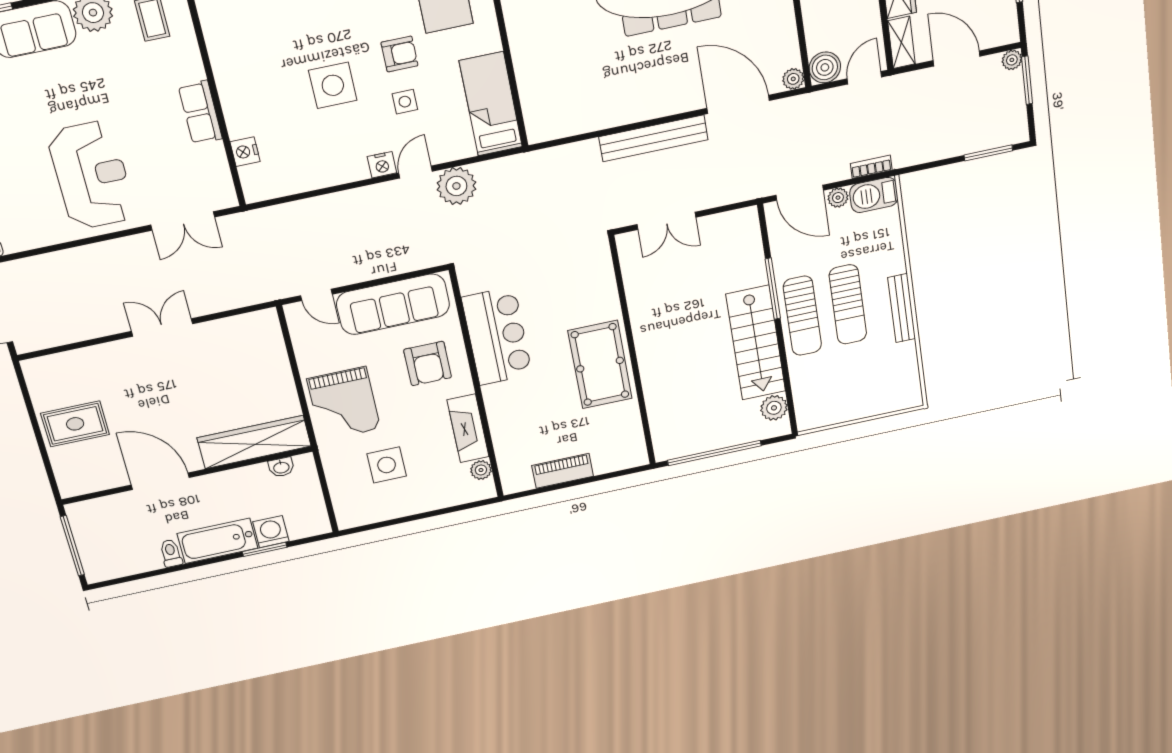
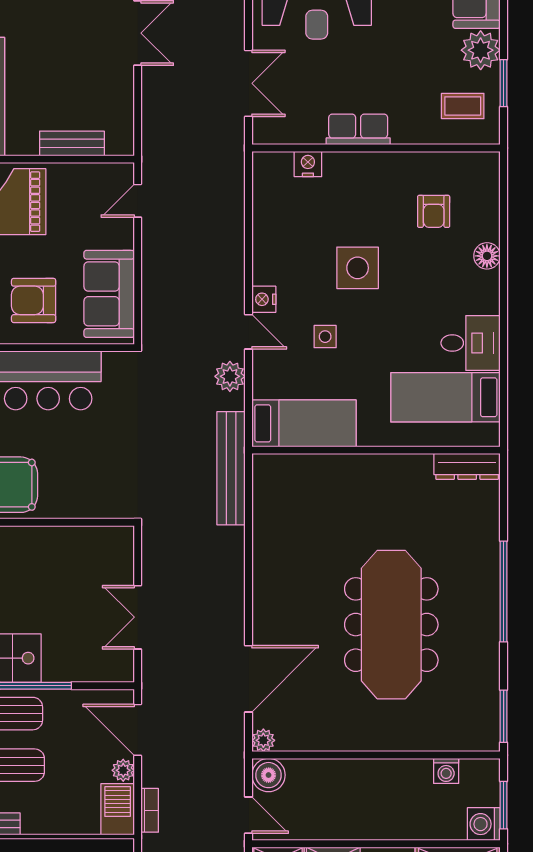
armchair: (399, 54) -> (434, 211), moved
bench: (653, 138) -> (231, 468), moved
plant: (456, 186) -> (230, 376), width x0.73, depth x0.73
door: (800, 193) -> (138, 730), hinge flipped
double door: (183, 221) -> (249, 83), swing flipped
double door: (666, 221) -> (138, 617), moved
sofa: (393, 304) -> (109, 294), width x0.73
bench: (278, 362) -> (72, 143), added

